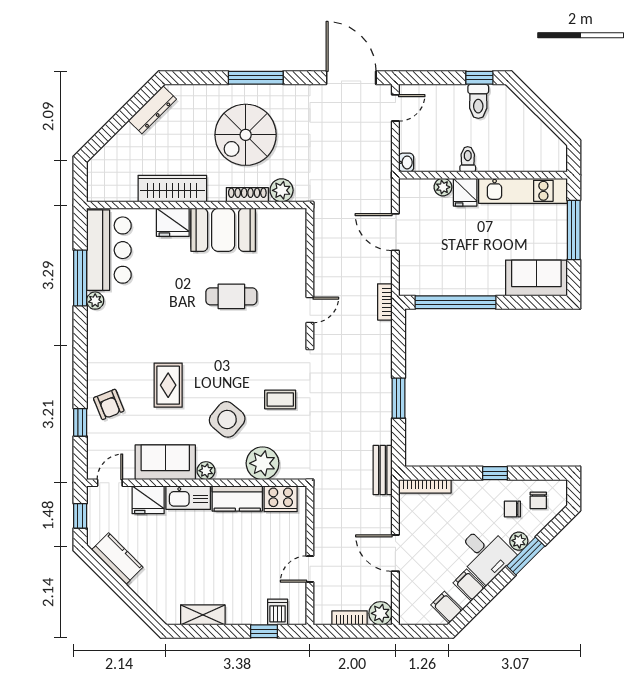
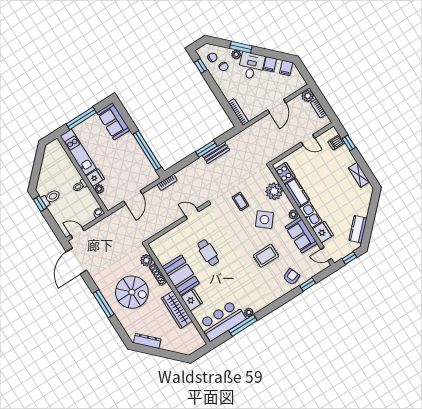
bench: (383, 470) -> (216, 153), moved
window: (495, 473) -> (201, 66), moved

